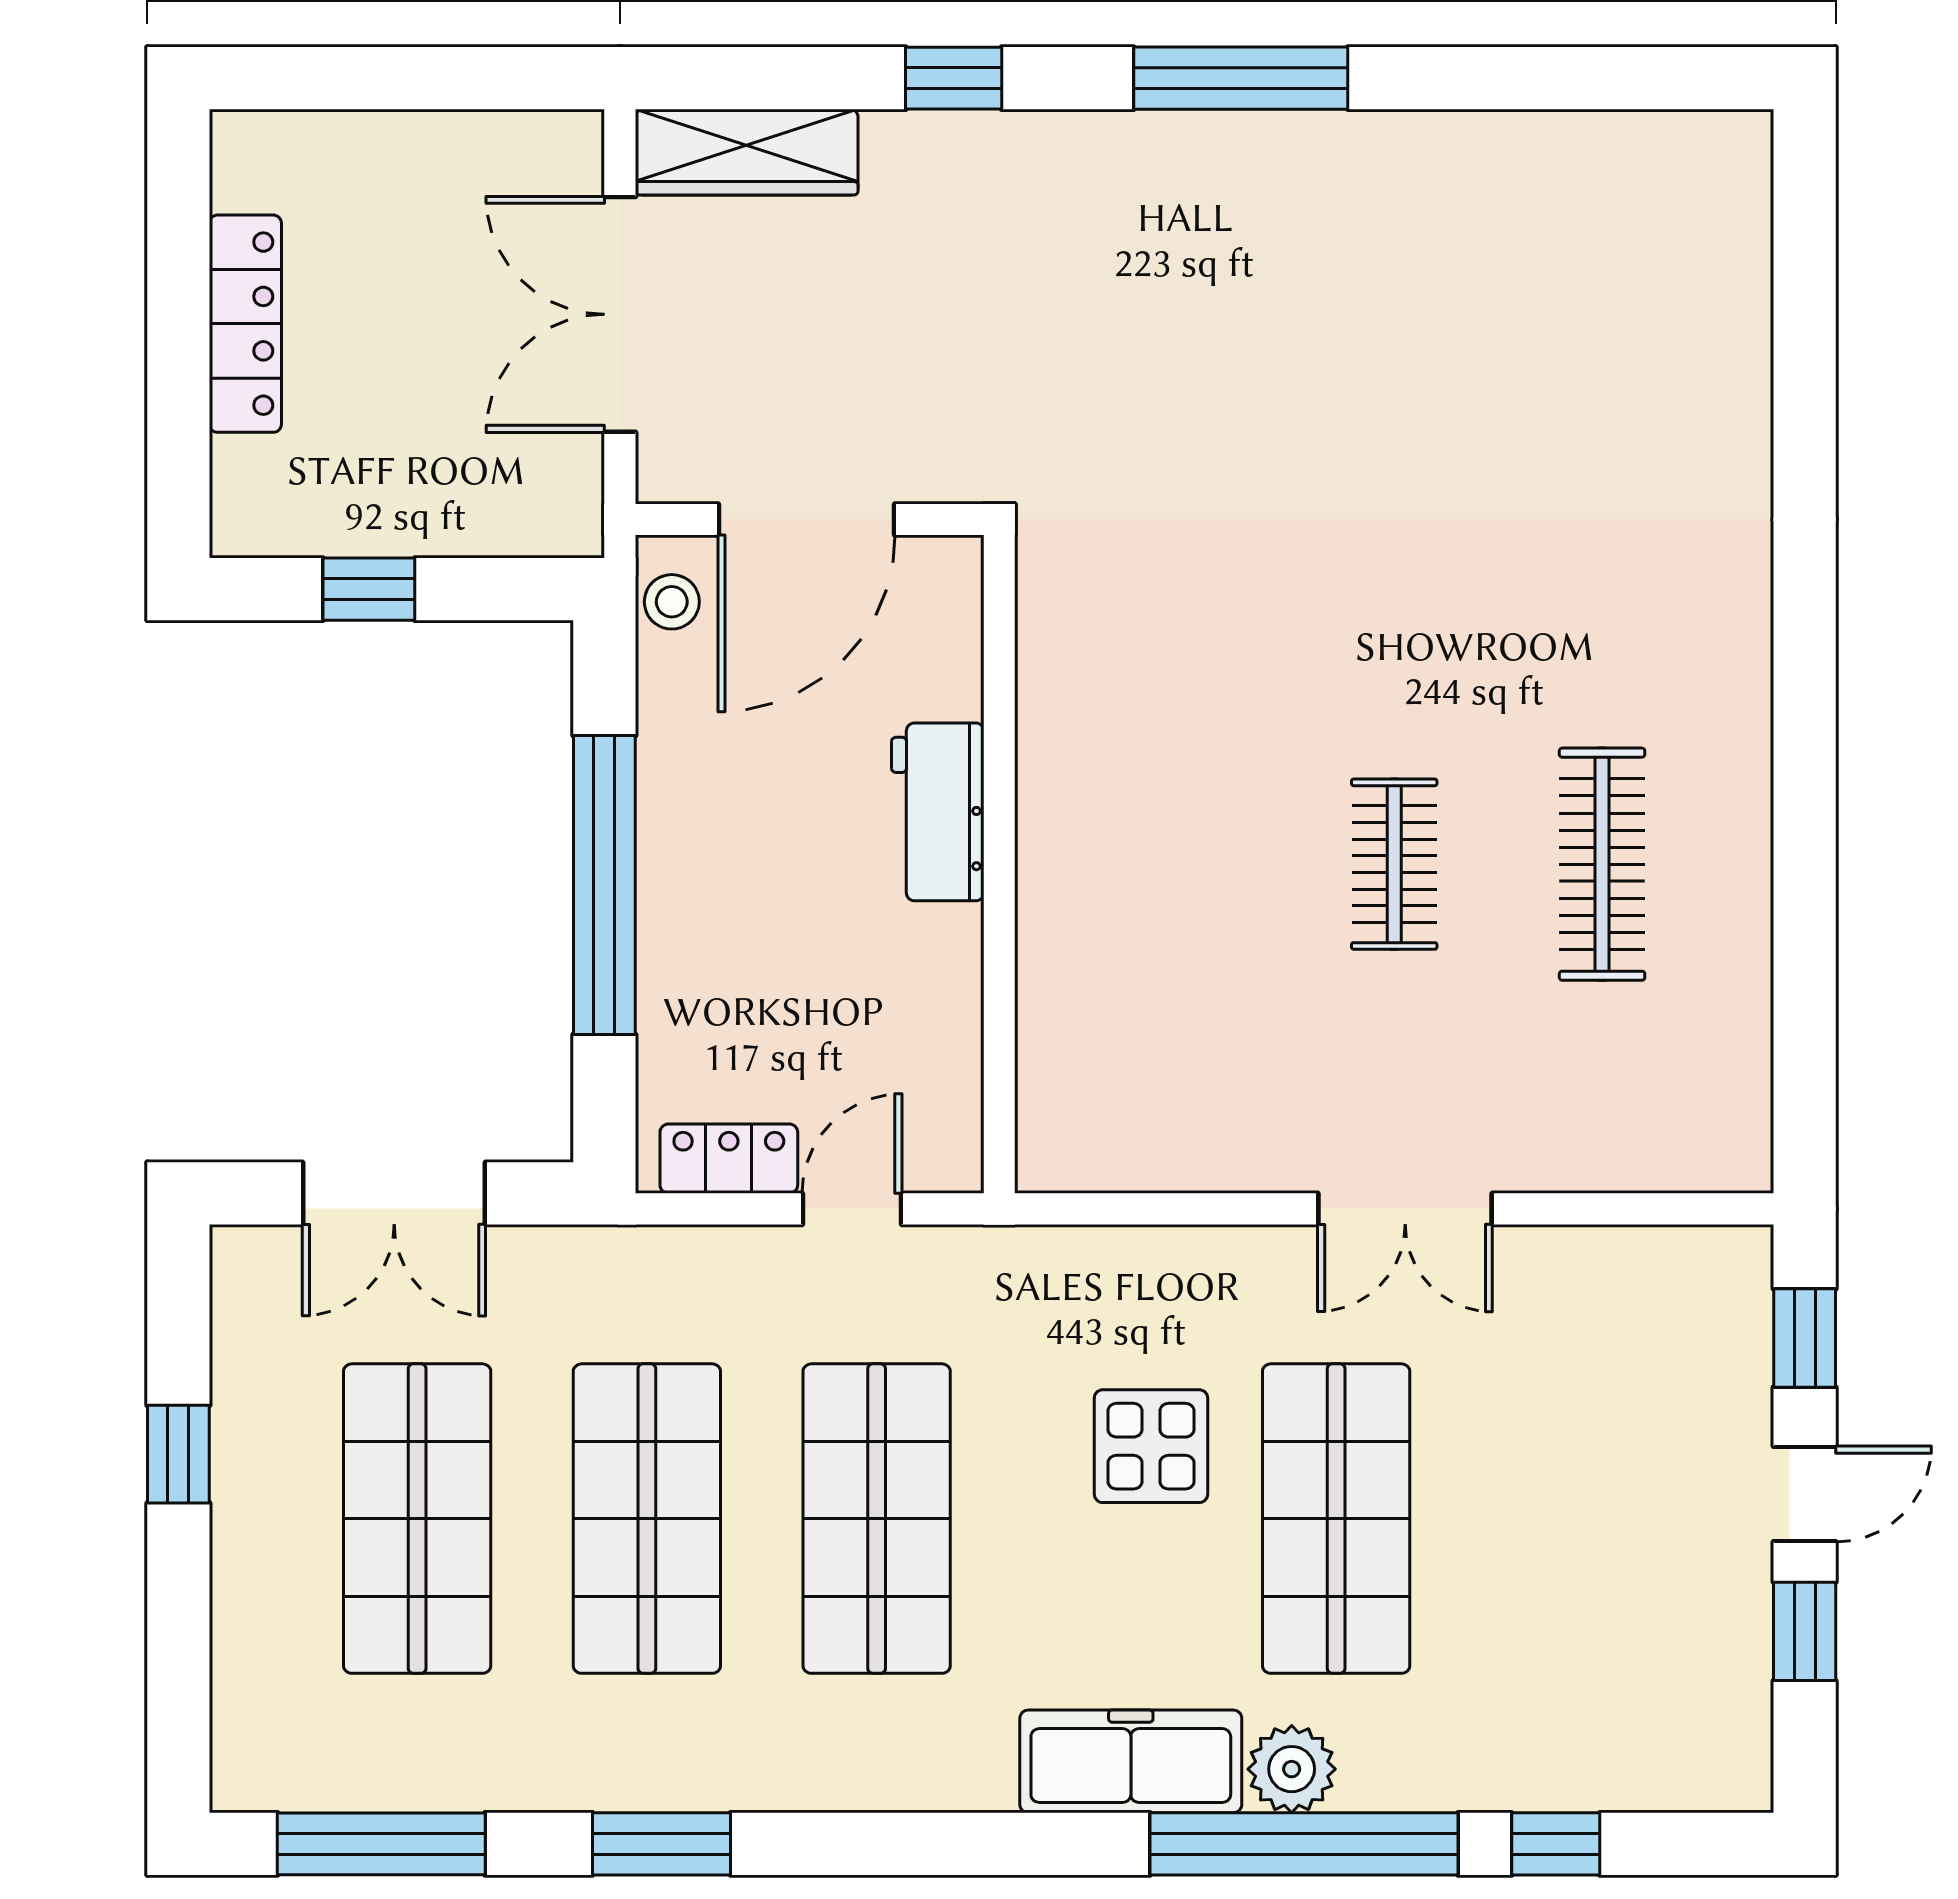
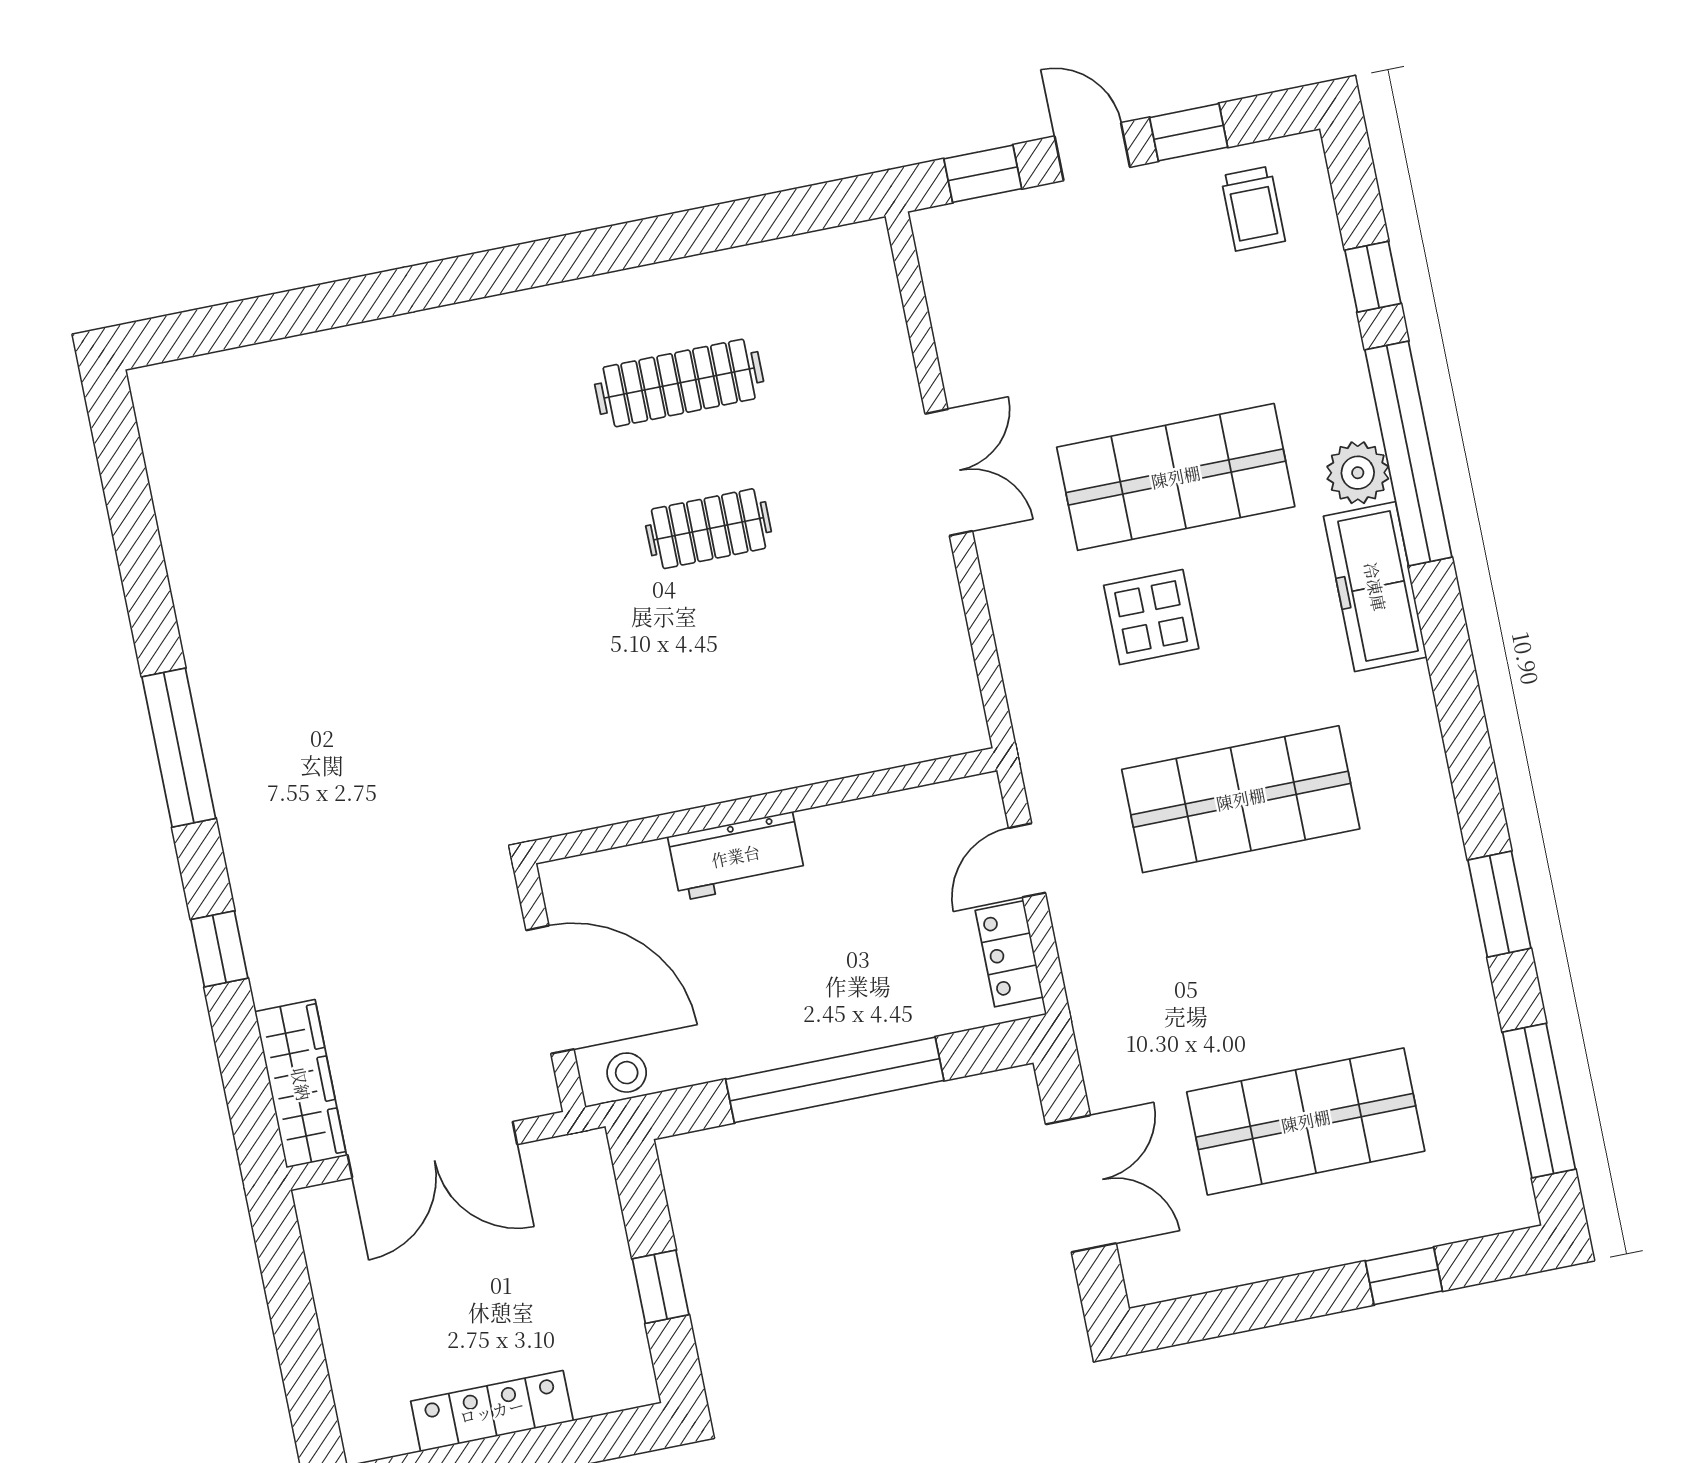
door: (852, 1209) -> (1027, 860), hinge flipped
window: (178, 1454) -> (1404, 1276), moved
shop shelf: (647, 1519) -> (1273, 960), removed
trolley: (1683, 1698) -> (1253, 208), added

